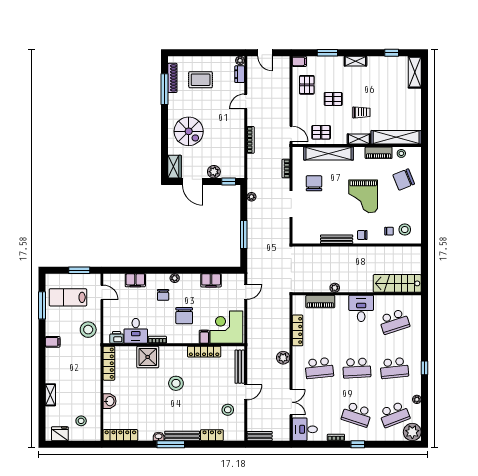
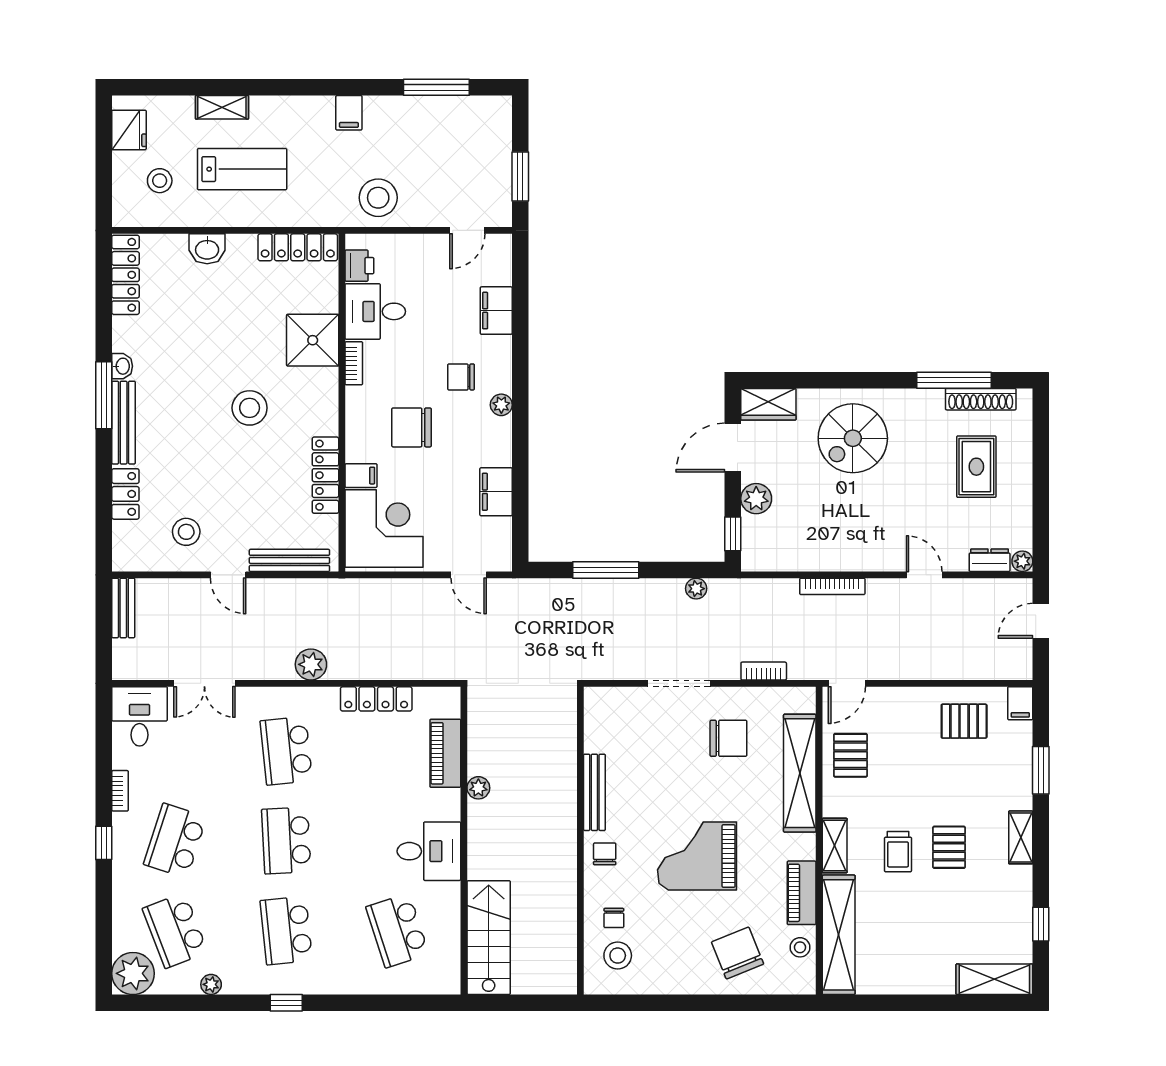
pallet: (333, 99) -> (949, 847), moved
lab bench: (68, 297) -> (242, 169), moved, turned 90

